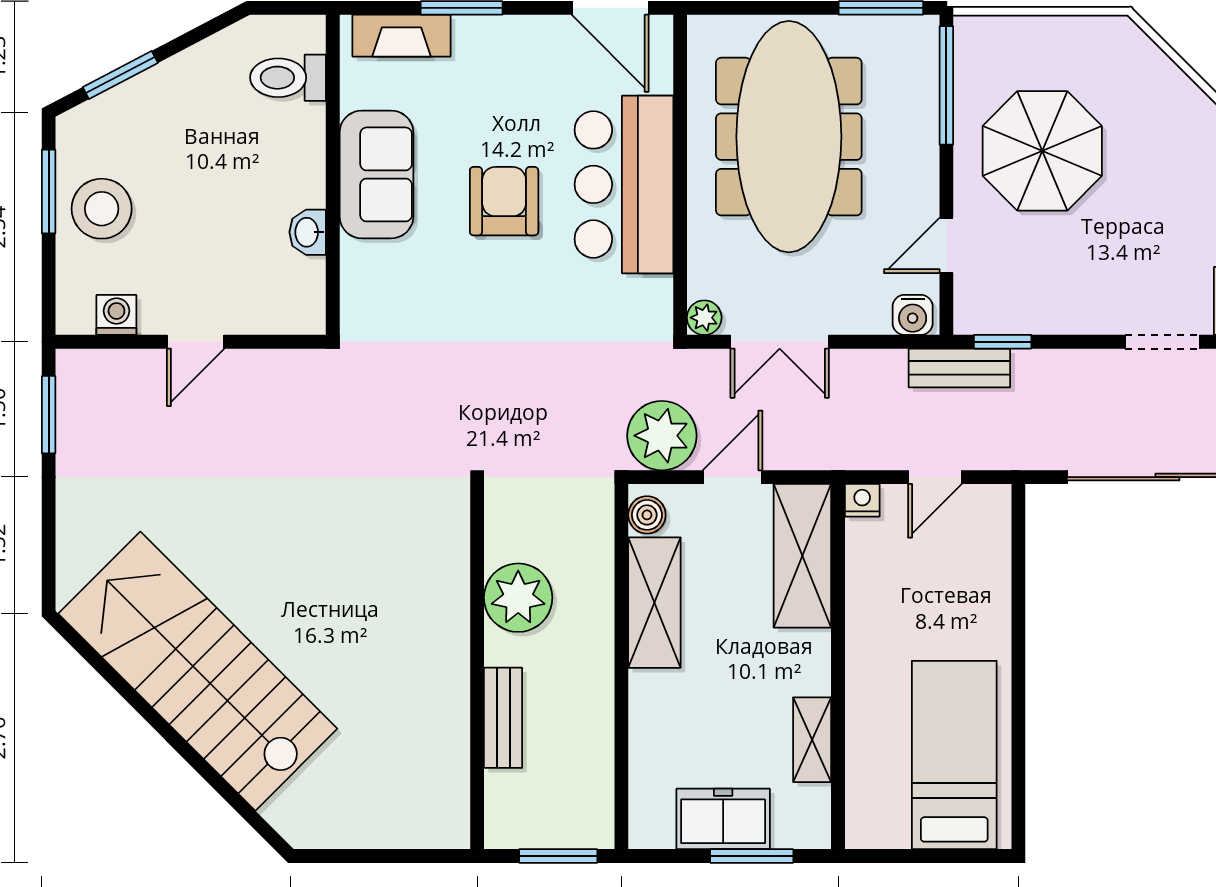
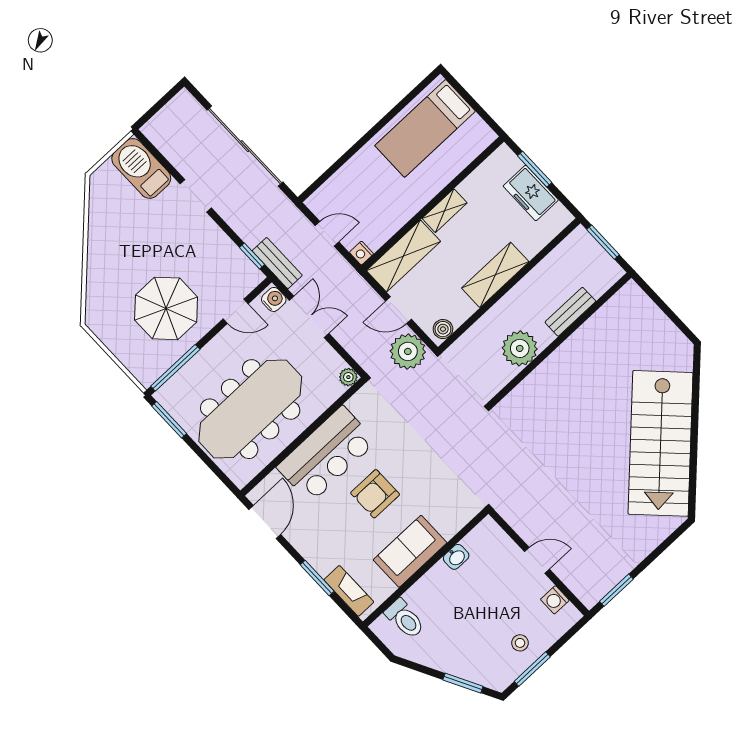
stool: (102, 209) -> (520, 643), width x0.53, depth x0.53
double door: (780, 342) -> (309, 317), moved
shelving: (654, 603) -> (495, 275), moved
shelving: (812, 740) -> (445, 211), moved

